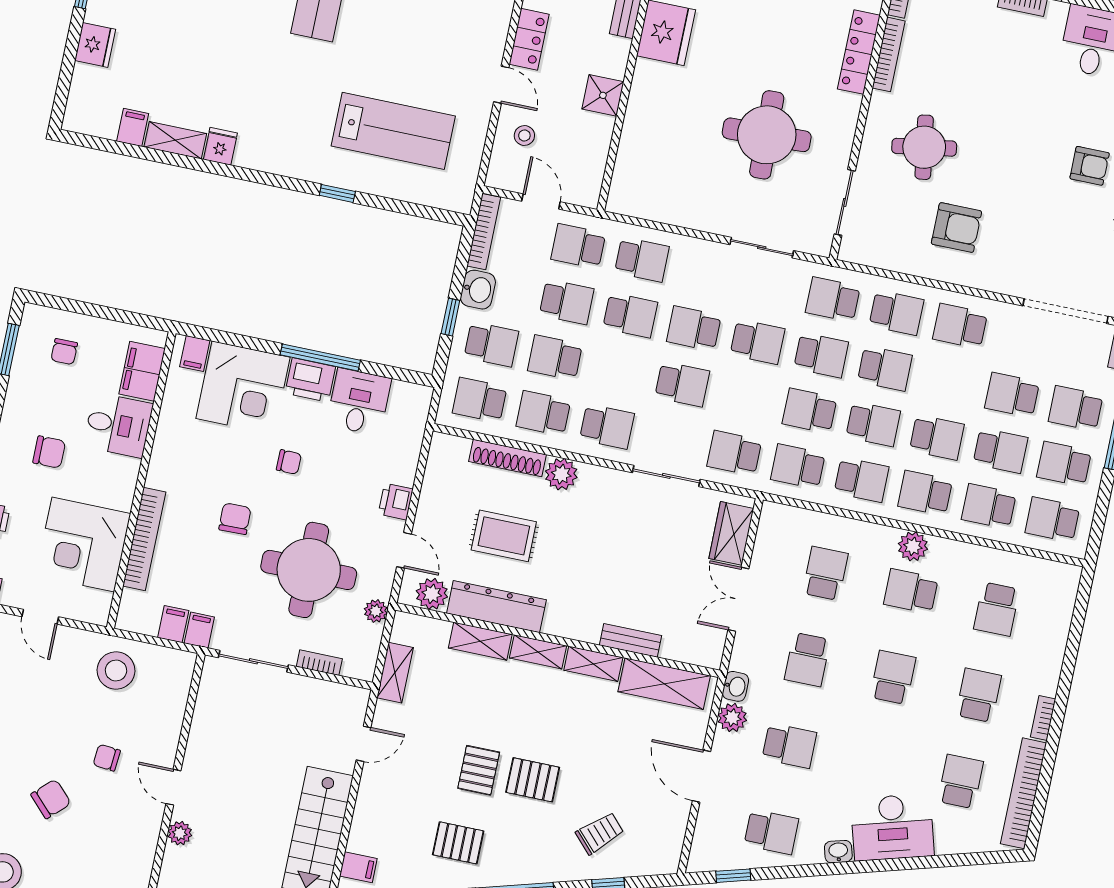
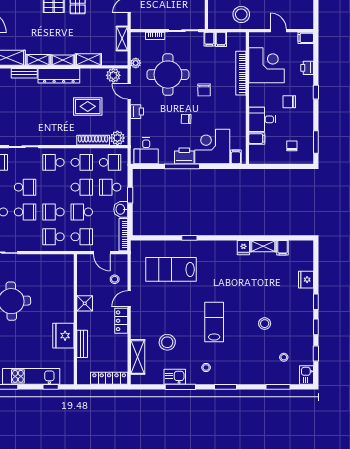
door: (501, 85) -> (129, 299), hinge flipped
filing cabinet: (142, 371) -> (257, 139), width x0.50
school desk: (682, 384) -> (25, 187), turned 180
desk: (359, 402) -> (146, 151), moved
plant: (561, 474) -> (117, 138), moved
dresser: (496, 607) -> (59, 76), moved

